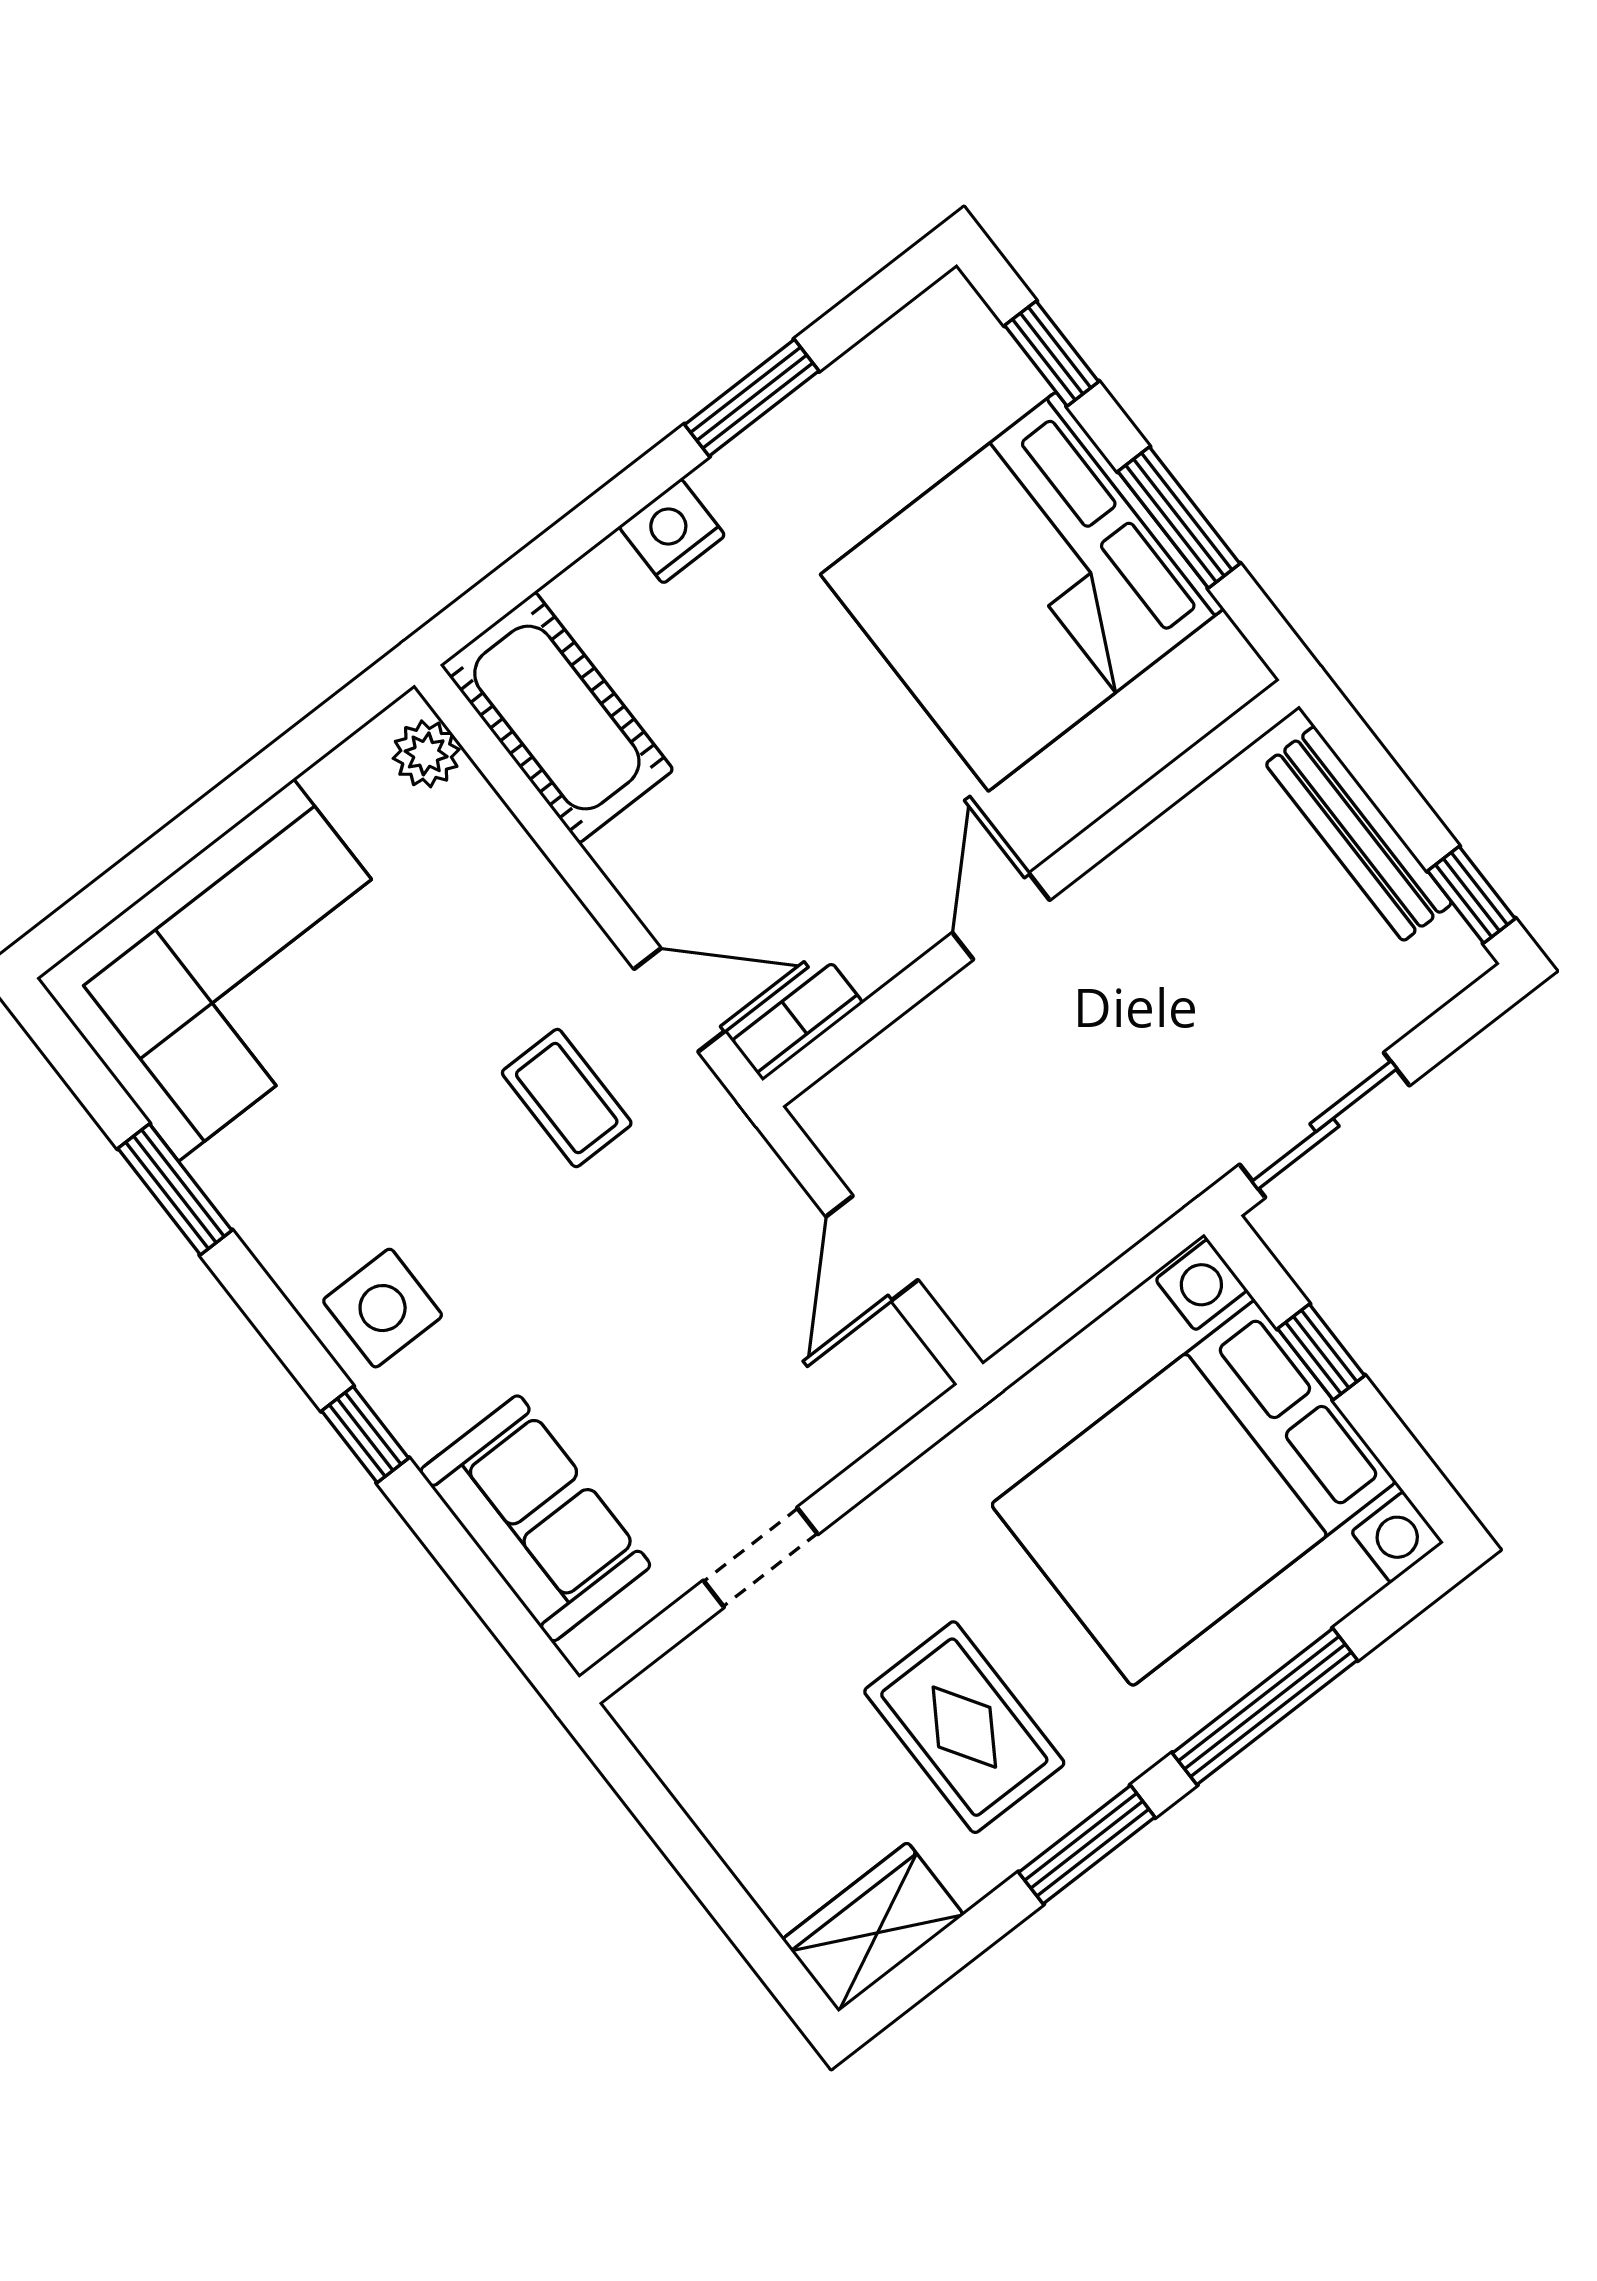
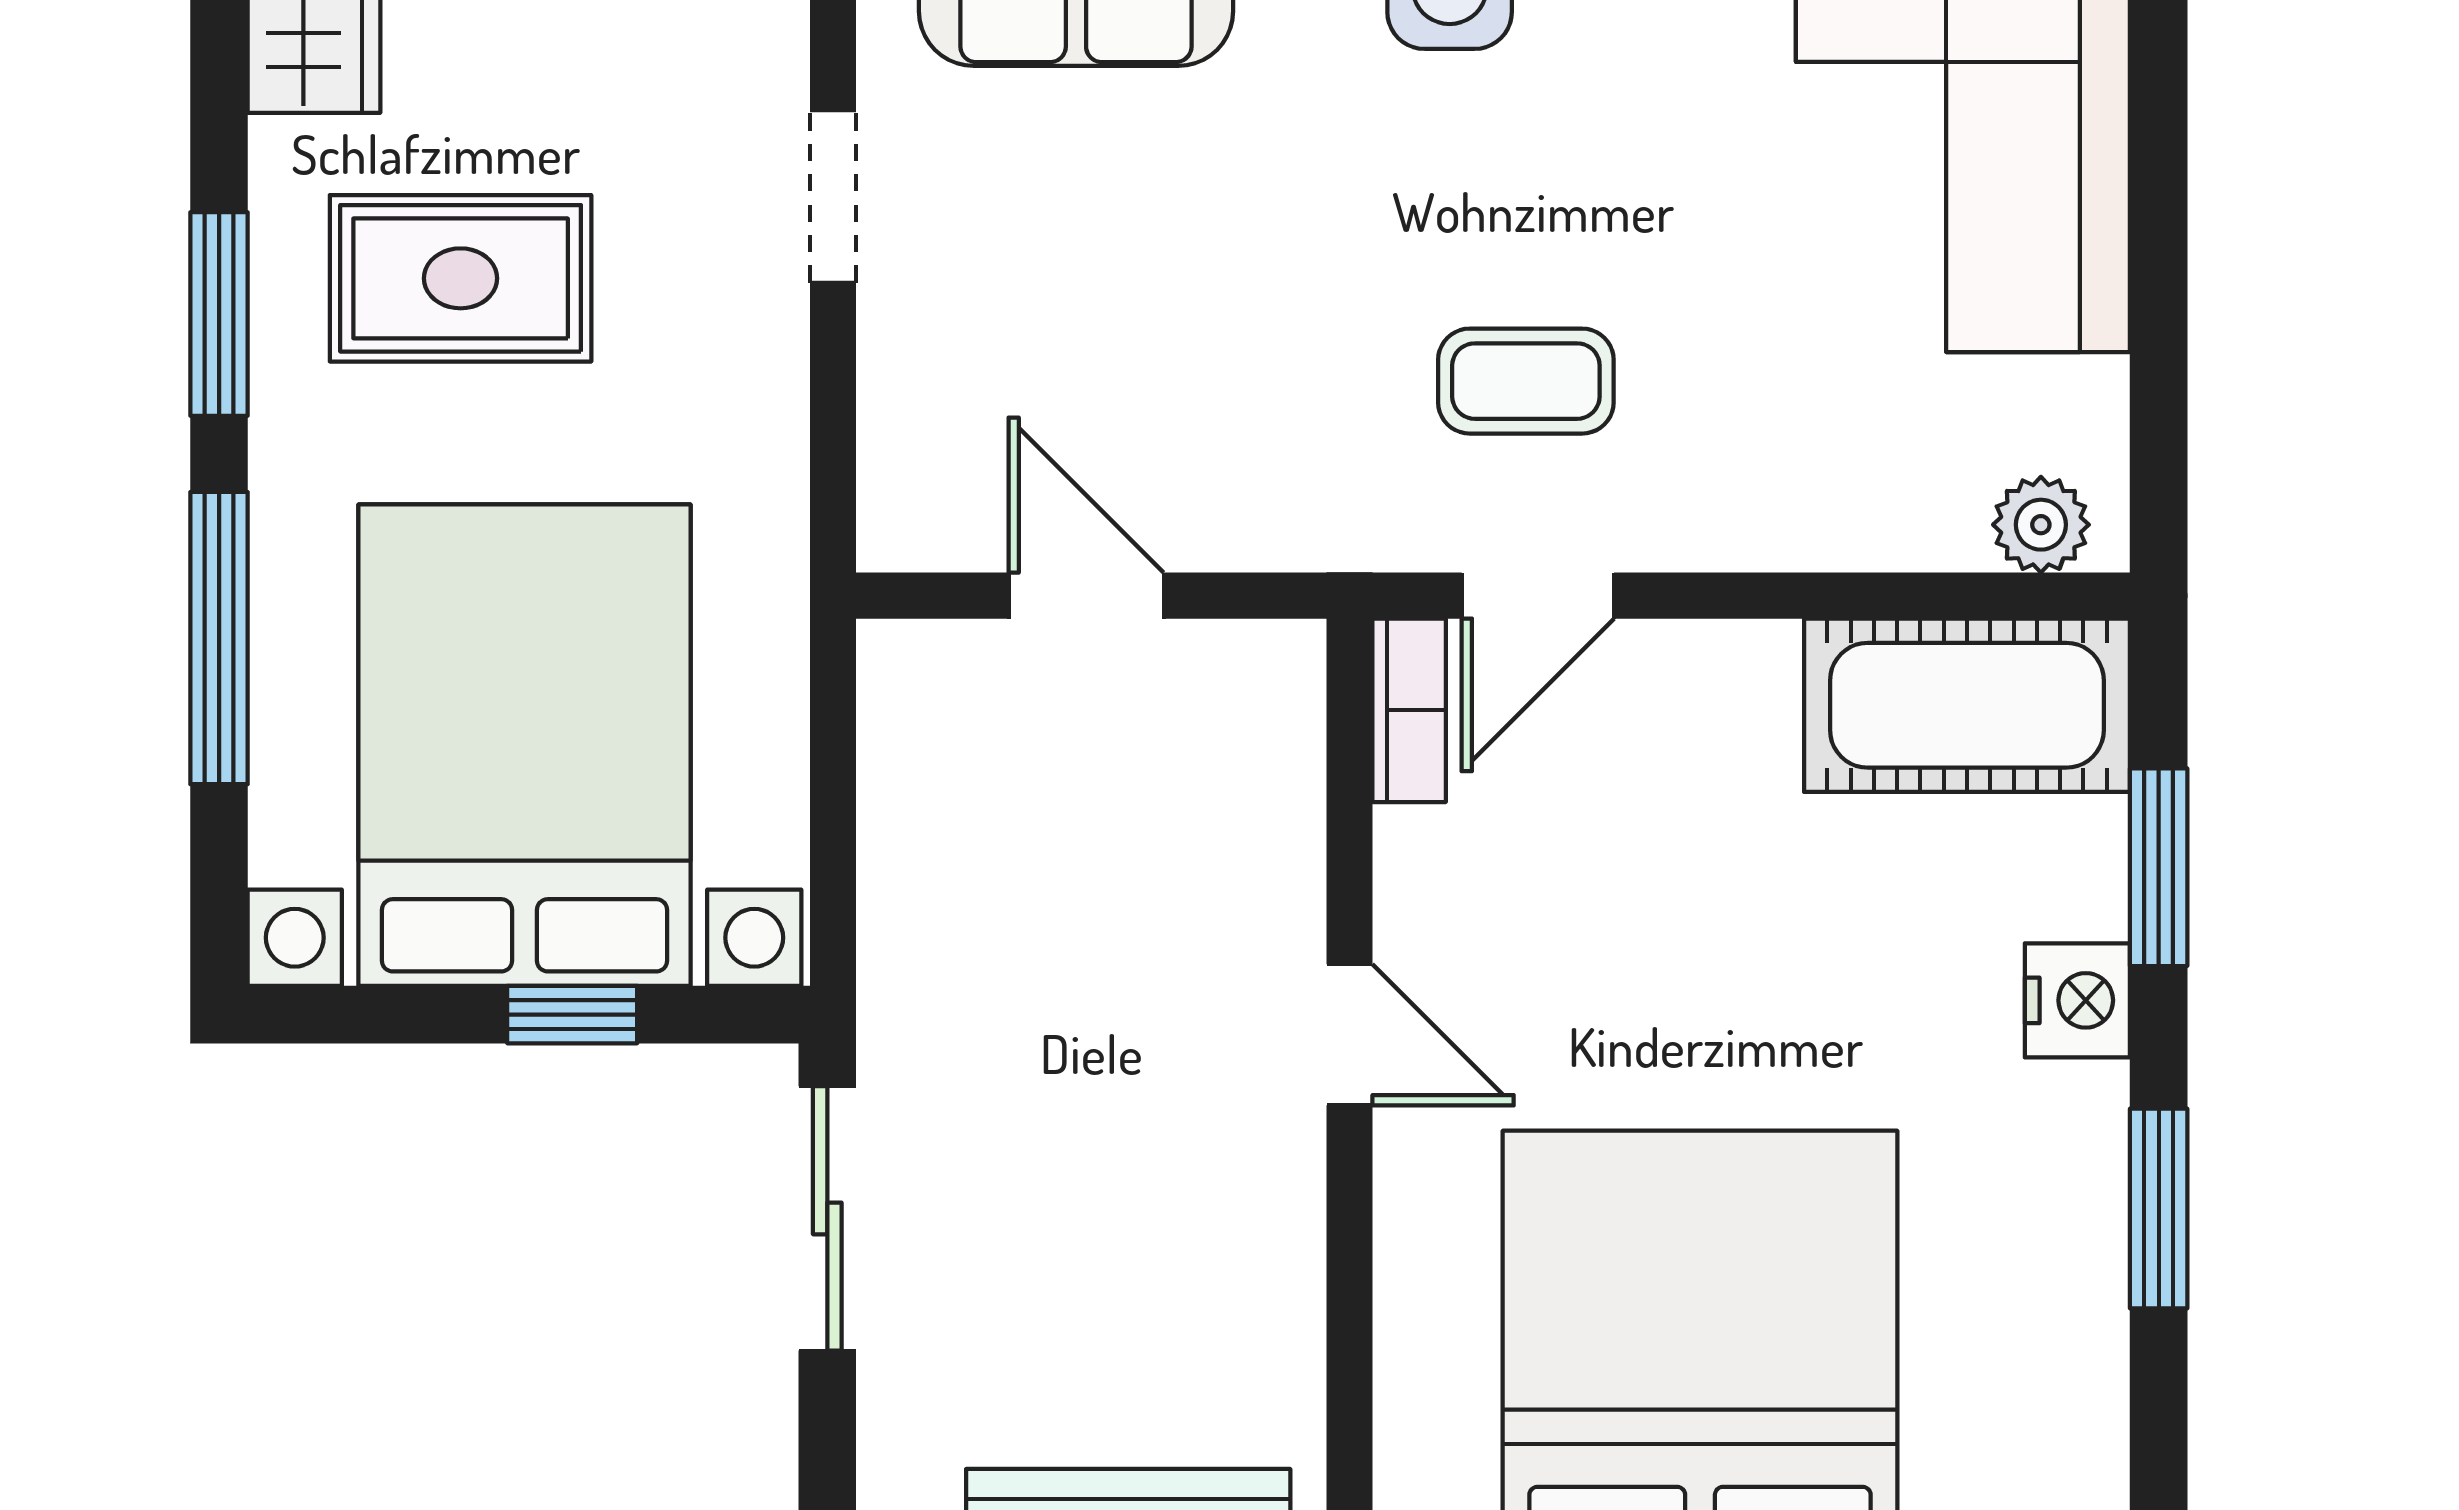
window: (564, 543) -> (2159, 867), added

